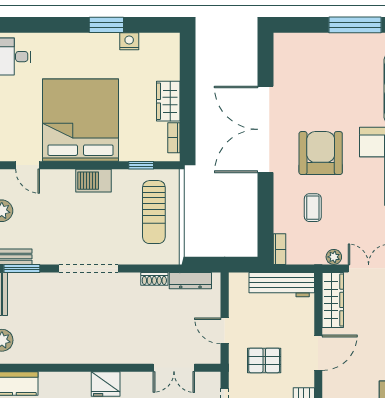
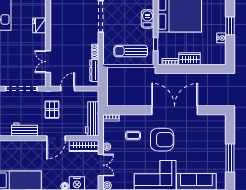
door: (318, 353) -> (56, 138), hinge flipped

